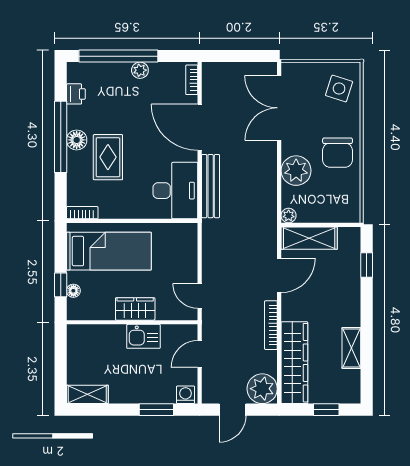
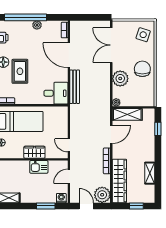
chair: (338, 153) -> (142, 69), turned 180
desk: (175, 191) -> (56, 93), width x0.73
door: (232, 410) -> (86, 206), swing flipped

